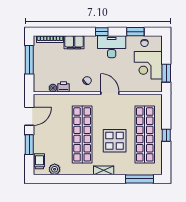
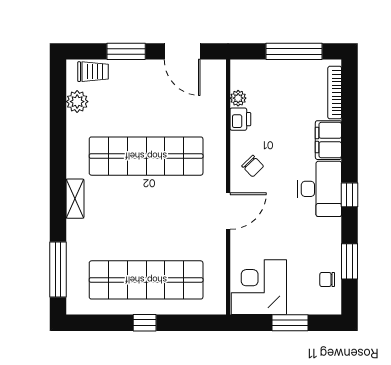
desk: (112, 47) -> (320, 189), moved
corner desk: (148, 65) -> (259, 287), moved
window: (166, 73) -> (290, 323), moved
display table: (115, 141) -> (134, 220), removed

